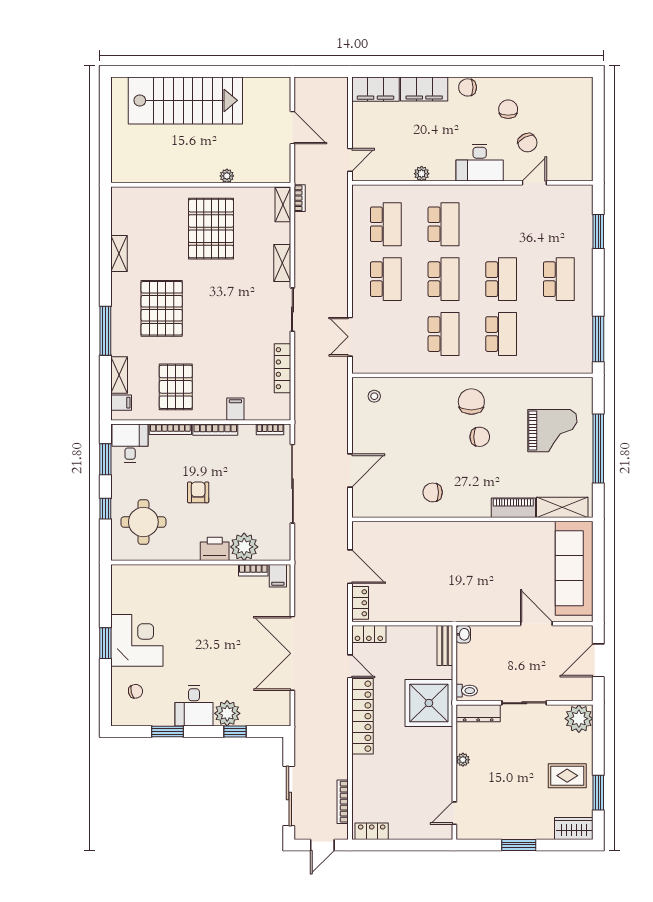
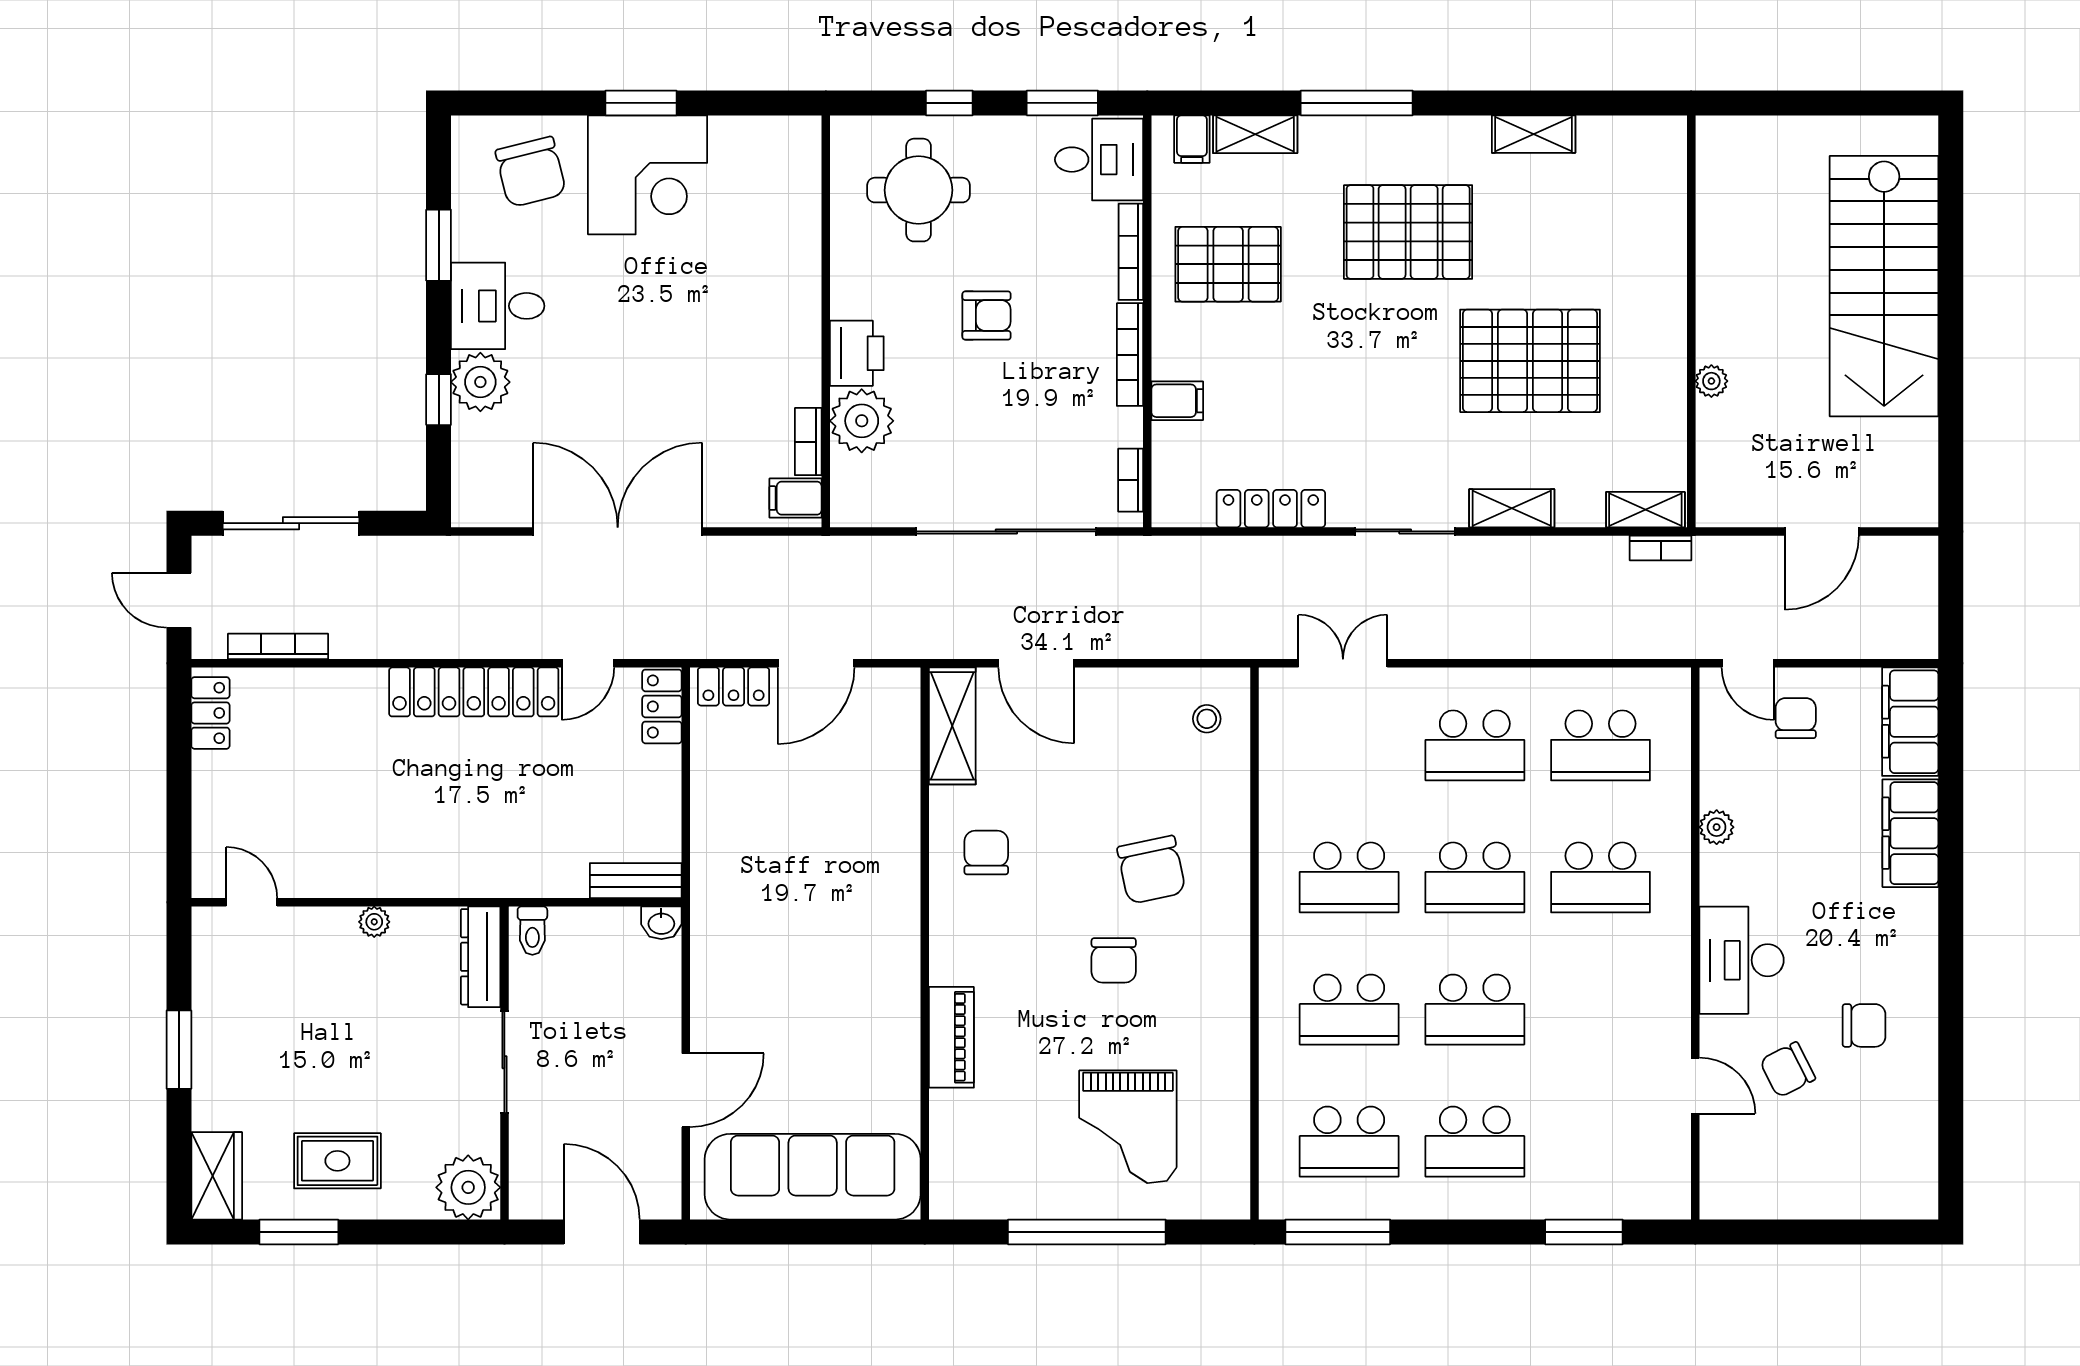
chair: (468, 87) -> (1796, 718), moved
pallet: (211, 229) -> (1530, 361), moved
school desk: (559, 334) -> (1349, 1142), added
chair: (471, 402) -> (1151, 870), moved, turned 78
shelving: (562, 507) -> (952, 726), moved
chair: (135, 691) -> (531, 172), width x1.87, depth x1.87
shower: (429, 703) -> (504, 844), removed
rug: (567, 776) -> (337, 1161), turned 90

